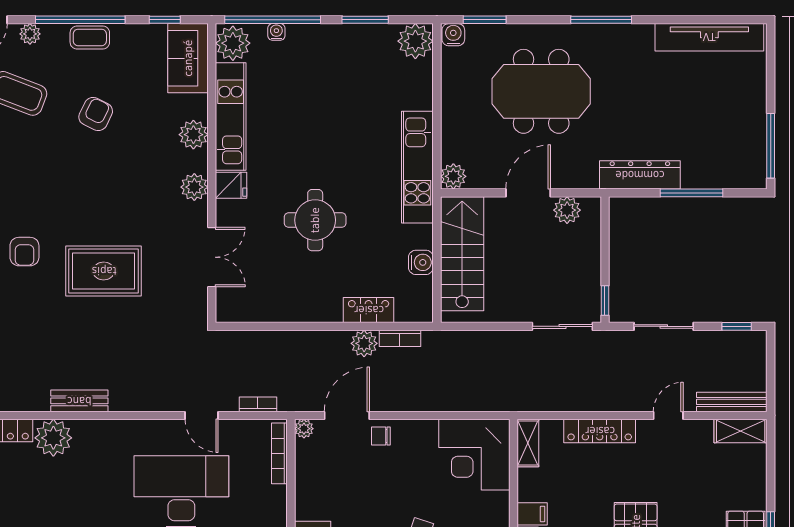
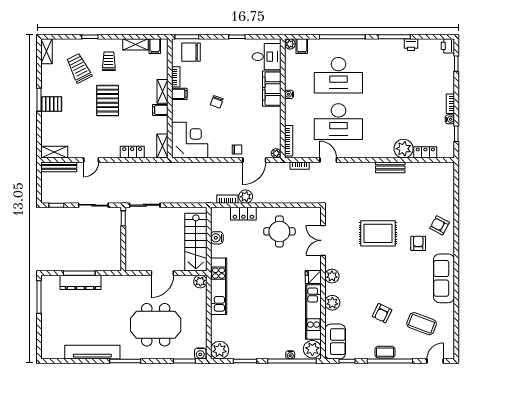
plant: (30, 34) -> (415, 354), removed
tv unit: (709, 37) -> (92, 352), moved
dresser: (640, 175) -> (80, 282), moved
plant: (567, 210) -> (142, 264), removed
round table: (315, 220) -> (279, 231), moved
locker: (600, 431) -> (132, 152), width x0.66

